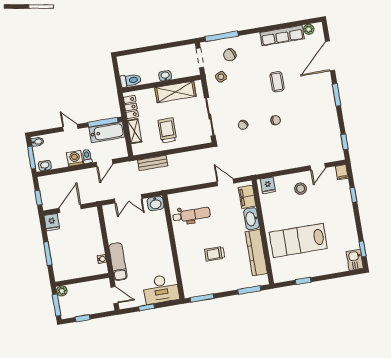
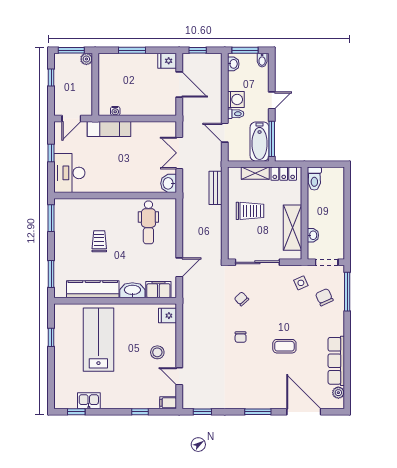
washbasin: (165, 76) -> (313, 235), moved
kitchen sink: (355, 260) -> (89, 401), moved

